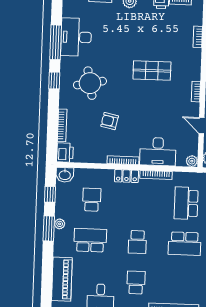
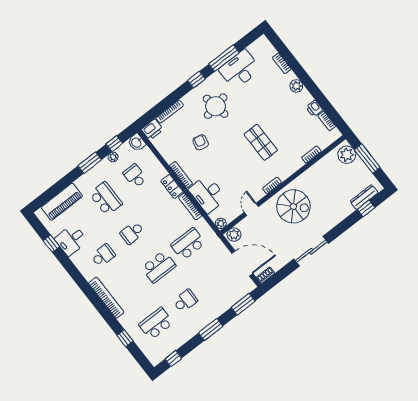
school desk: (92, 200) -> (135, 176), turned -90
plant: (60, 224) -> (113, 157), moved
school desk: (185, 244) -> (159, 267), turned -90

